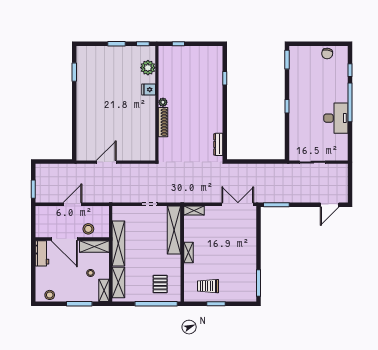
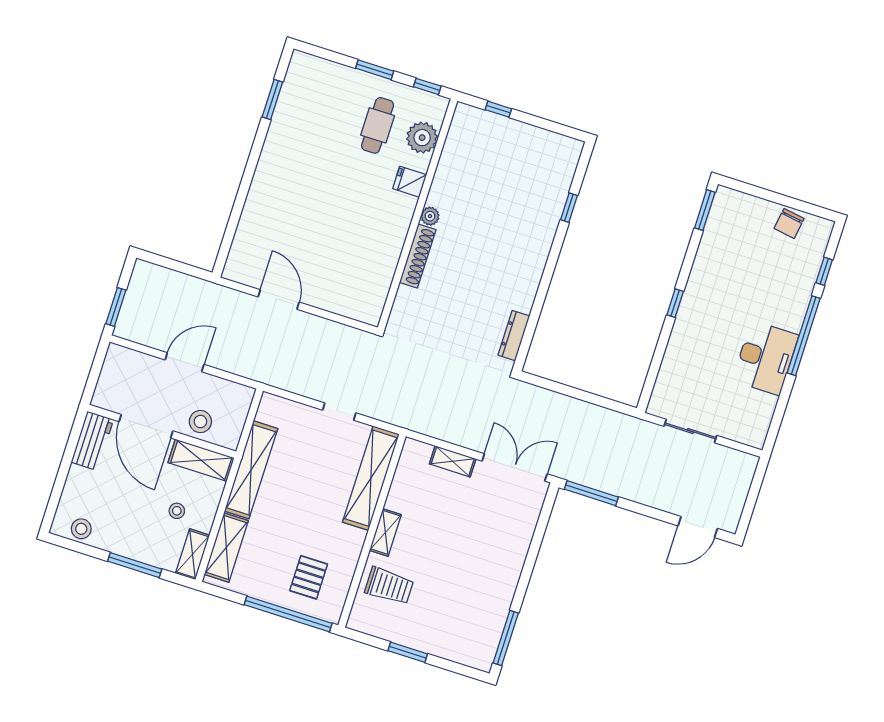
cafe table: (126, 69) -> (378, 125), added
door: (106, 162) -> (279, 300), hinge flipped
shelving: (194, 210) -> (453, 461), moved
trolley: (208, 286) -> (389, 586), moved, turned 180

